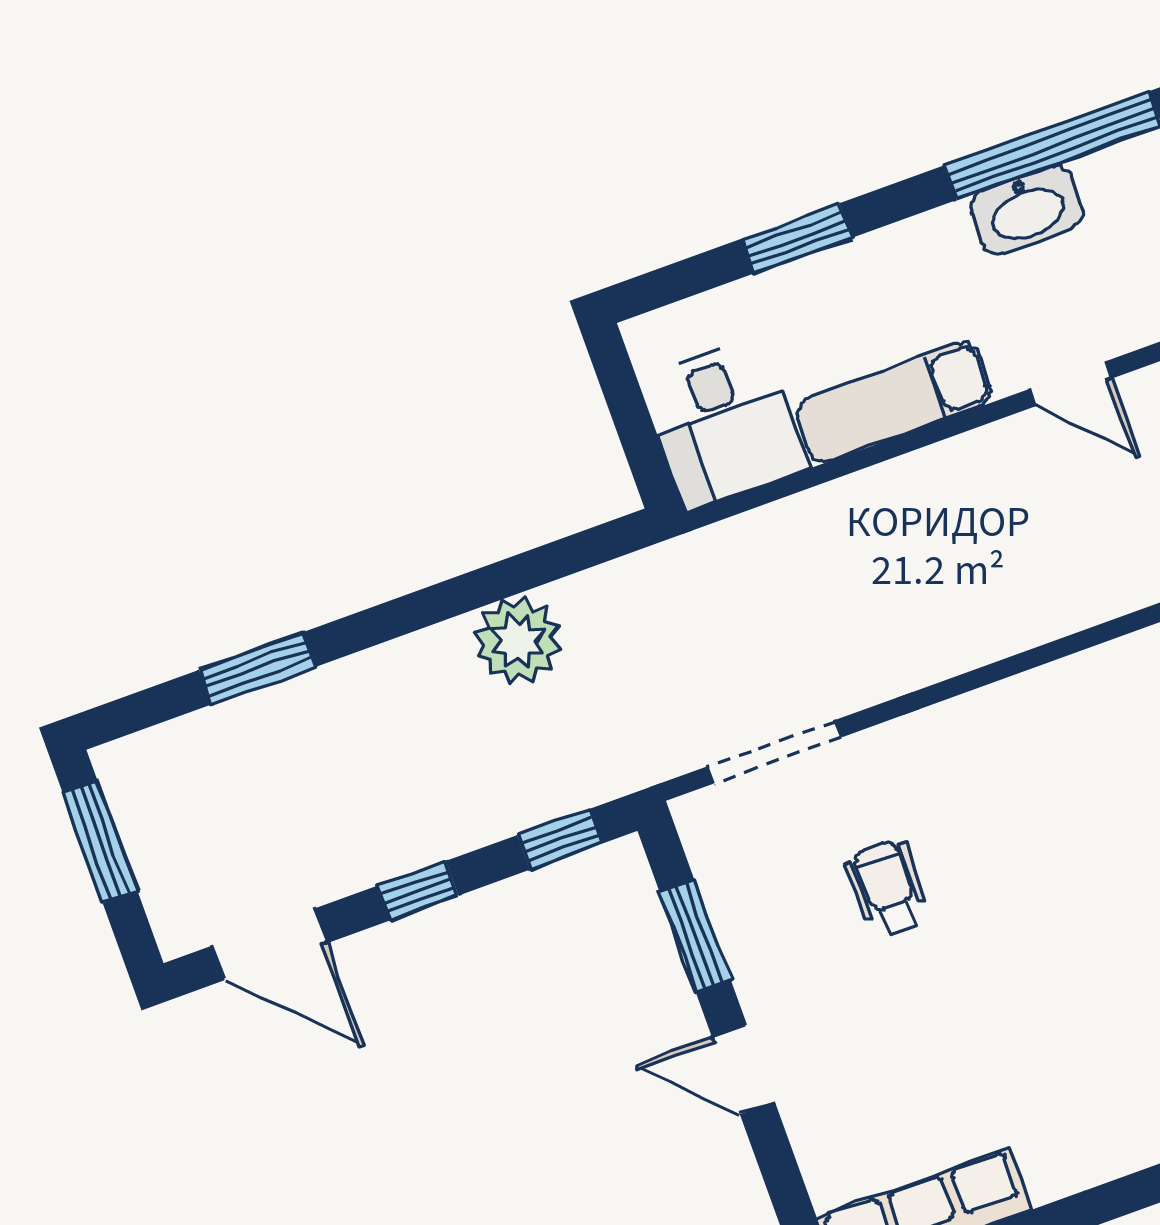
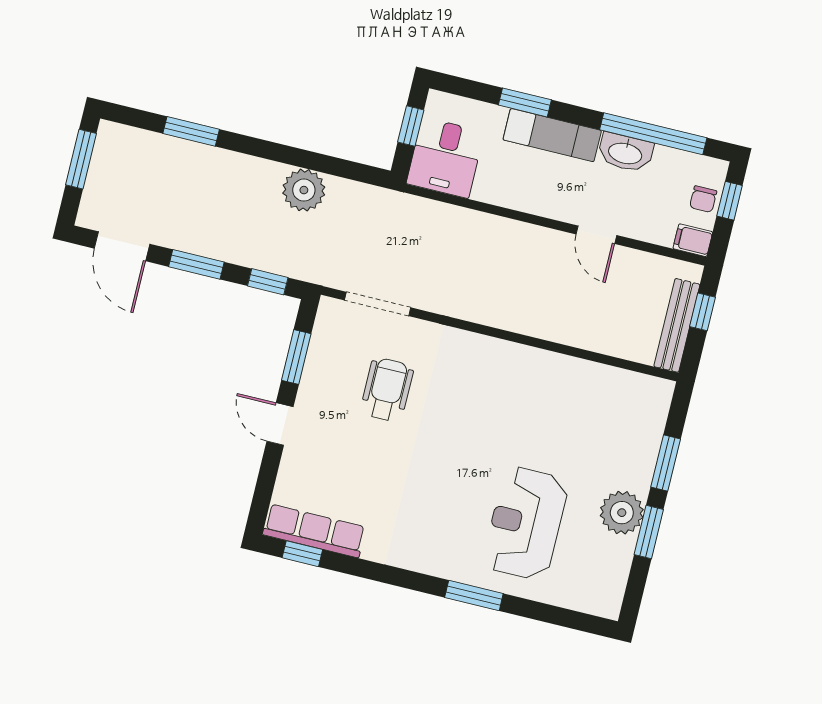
exam couch: (894, 402) -> (552, 135), moved, turned 180
window: (628, 409) -> (411, 126), added
wheelchair: (888, 888) -> (387, 390), width x1.36, depth x1.37
window: (418, 891) -> (196, 264), width x1.50

